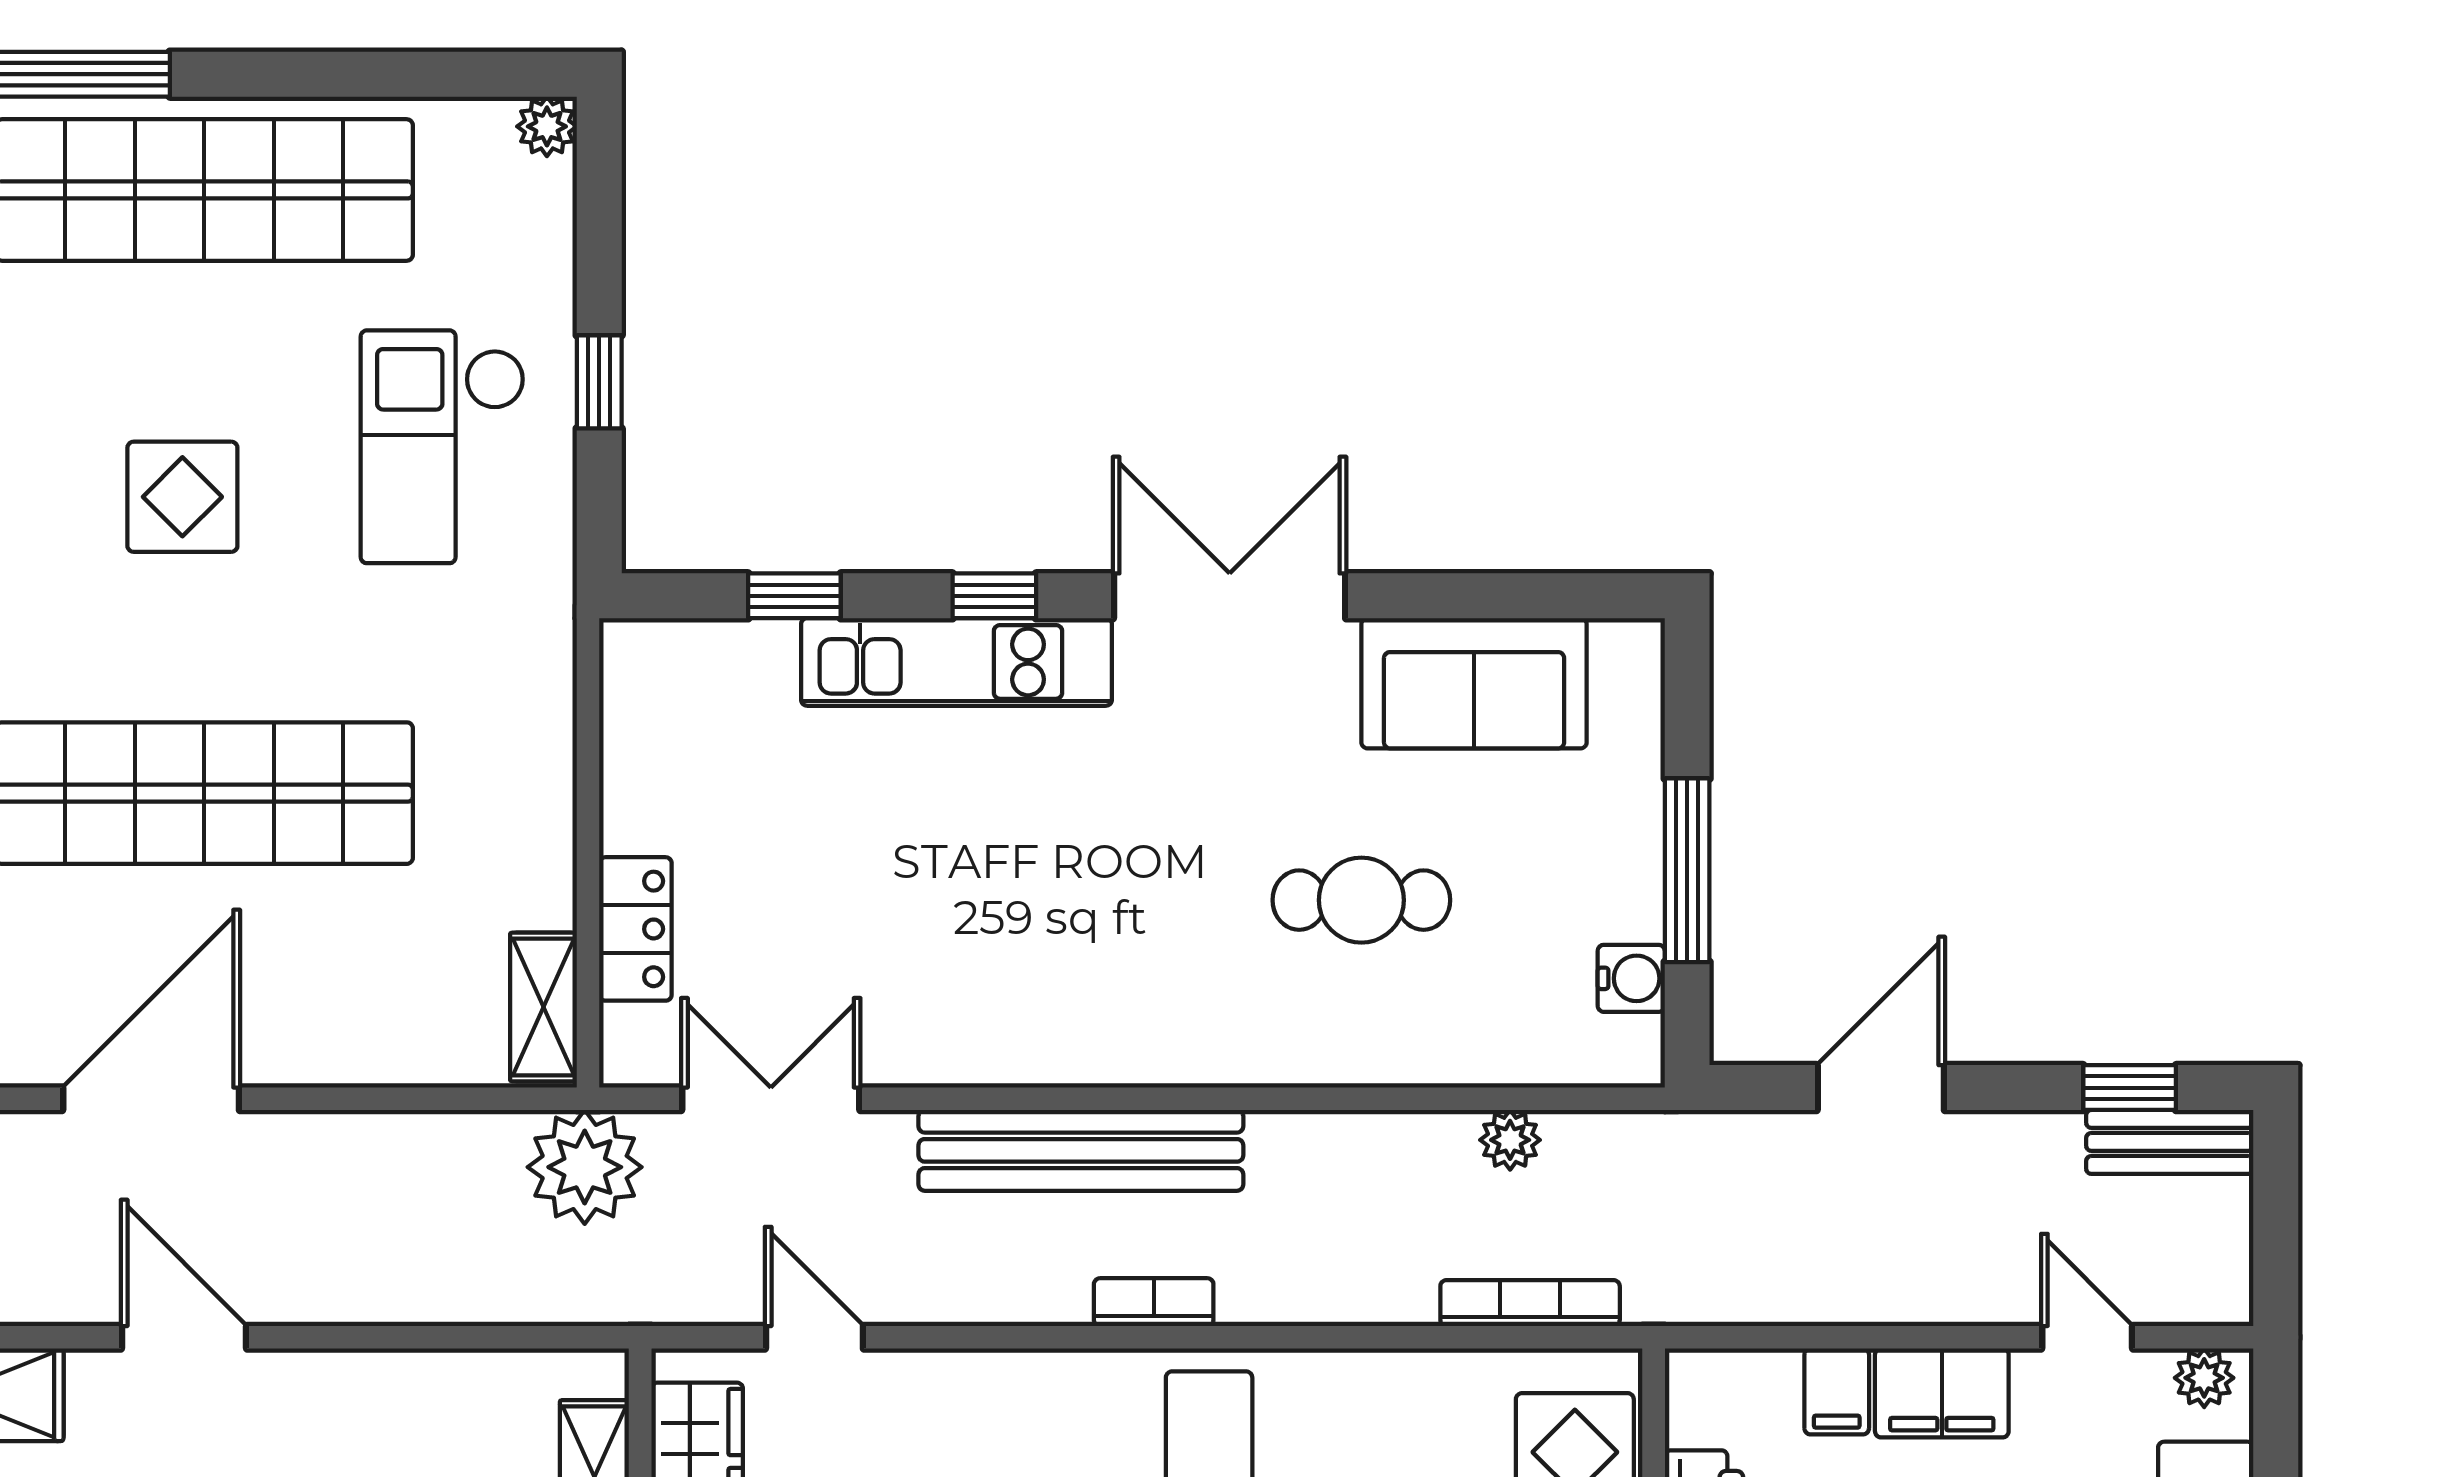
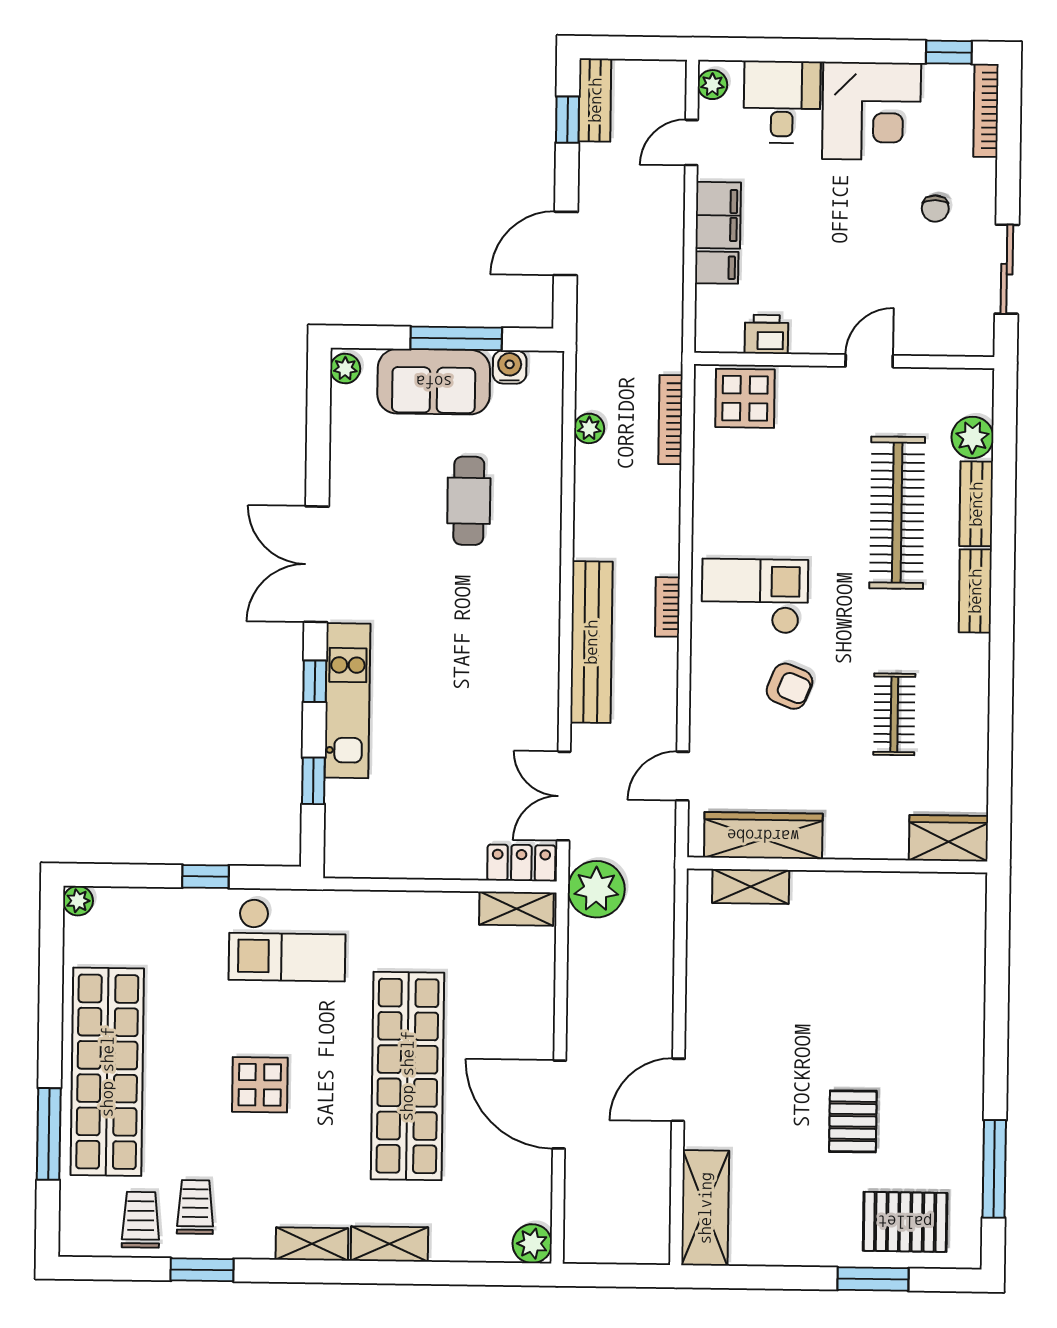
checkout: (442, 447) -> (287, 940), moved
plant: (1624, 648) -> (345, 368), added
sofa: (1474, 683) -> (434, 382), moved, turned 90
locker: (635, 929) -> (521, 863), moved
door: (1881, 1088) -> (566, 244), hinge flipped

